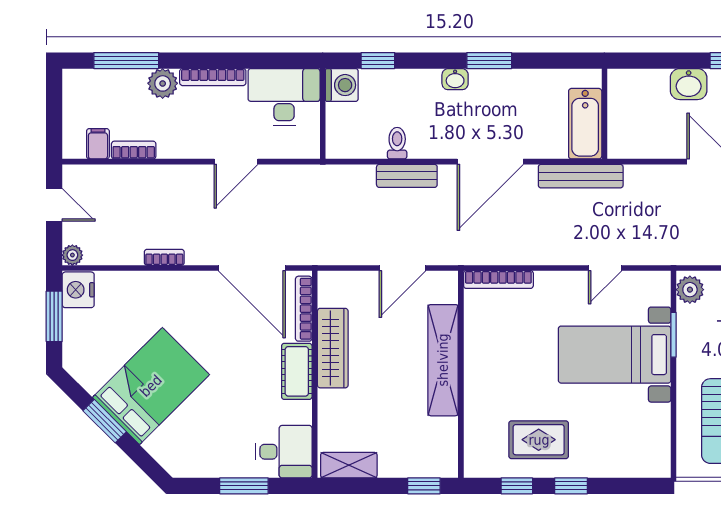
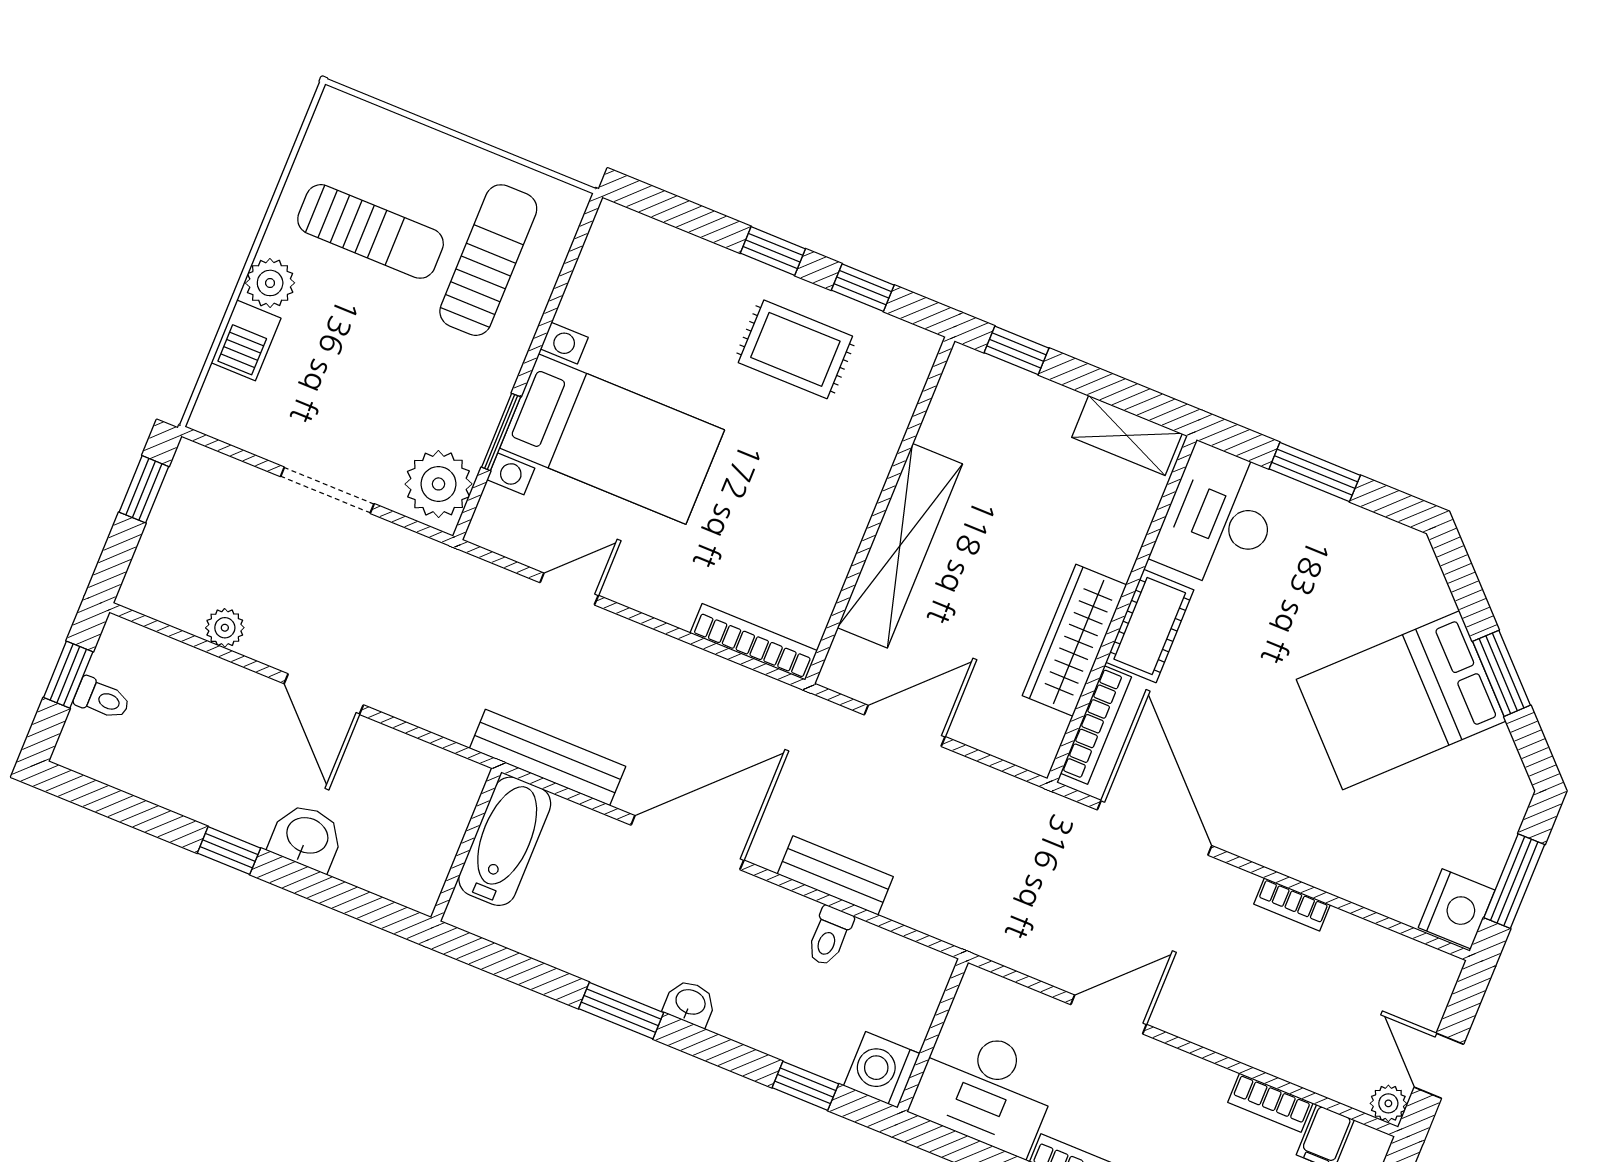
plant: (72, 255) -> (1388, 1103), moved
plant: (690, 290) -> (438, 484), width x1.36, depth x1.36
desk: (284, 452) -> (1219, 518), width x1.37

